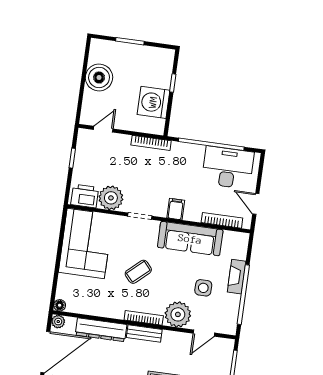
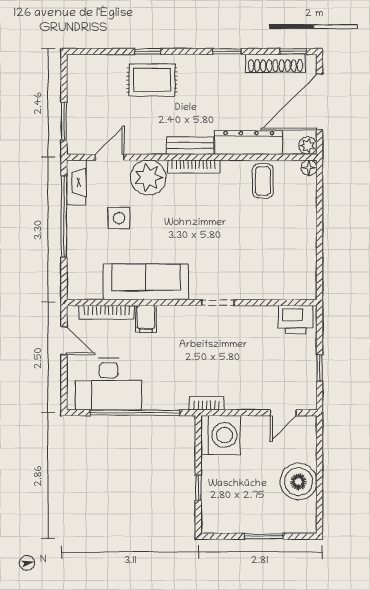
washing machine: (153, 102) -> (221, 435), moved
bookcase: (151, 143) -> (207, 403), width x0.64
plant: (111, 198) -> (260, 322), removed
filing cabinet: (176, 209) -> (146, 319), moved
corner sofa: (86, 243) -> (285, 256), removed
coffee table: (138, 272) -> (263, 181), moved, turned -48
fireplace: (237, 277) -> (76, 182), moved

